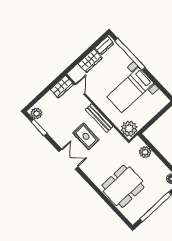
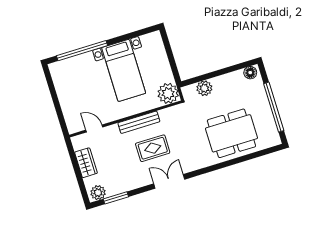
dresser: (104, 46) -> (58, 76), removed
wardrobe: (90, 61) -> (67, 101), removed
wardrobe: (62, 87) -> (86, 163), moved
dining table: (123, 186) -> (231, 133), turned 90

